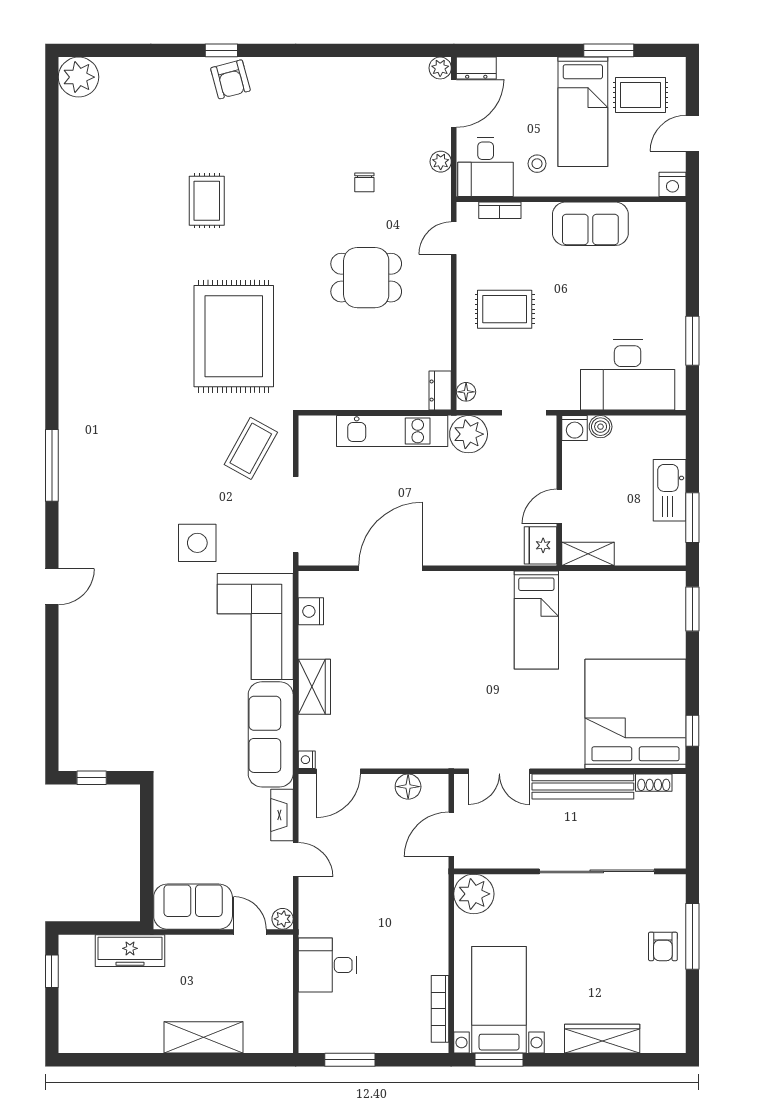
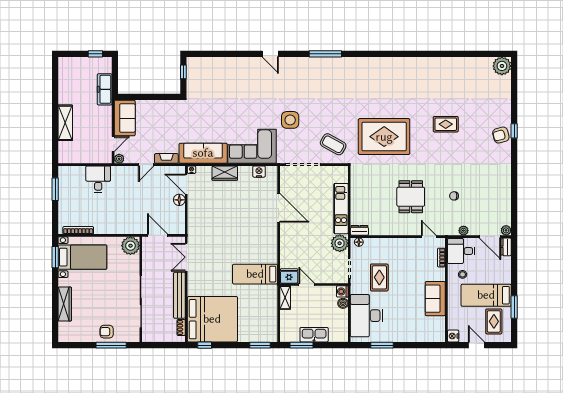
rug: (505, 309) -> (379, 277), moved
floor lamp: (408, 787) -> (179, 200), moved

